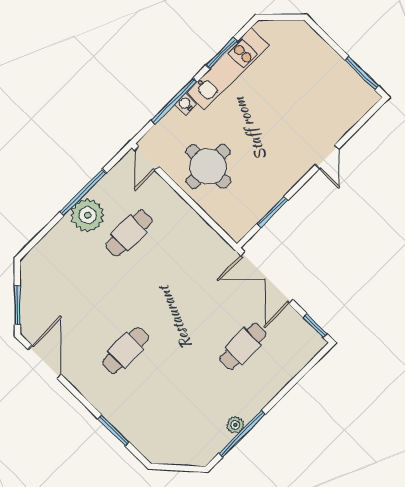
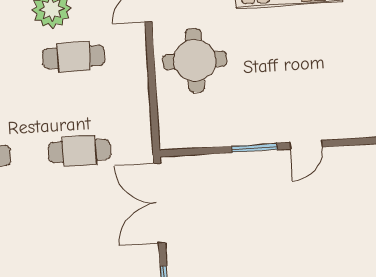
window: (272, 212) -> (255, 148), moved
cafe table: (243, 346) -> (79, 151), moved

